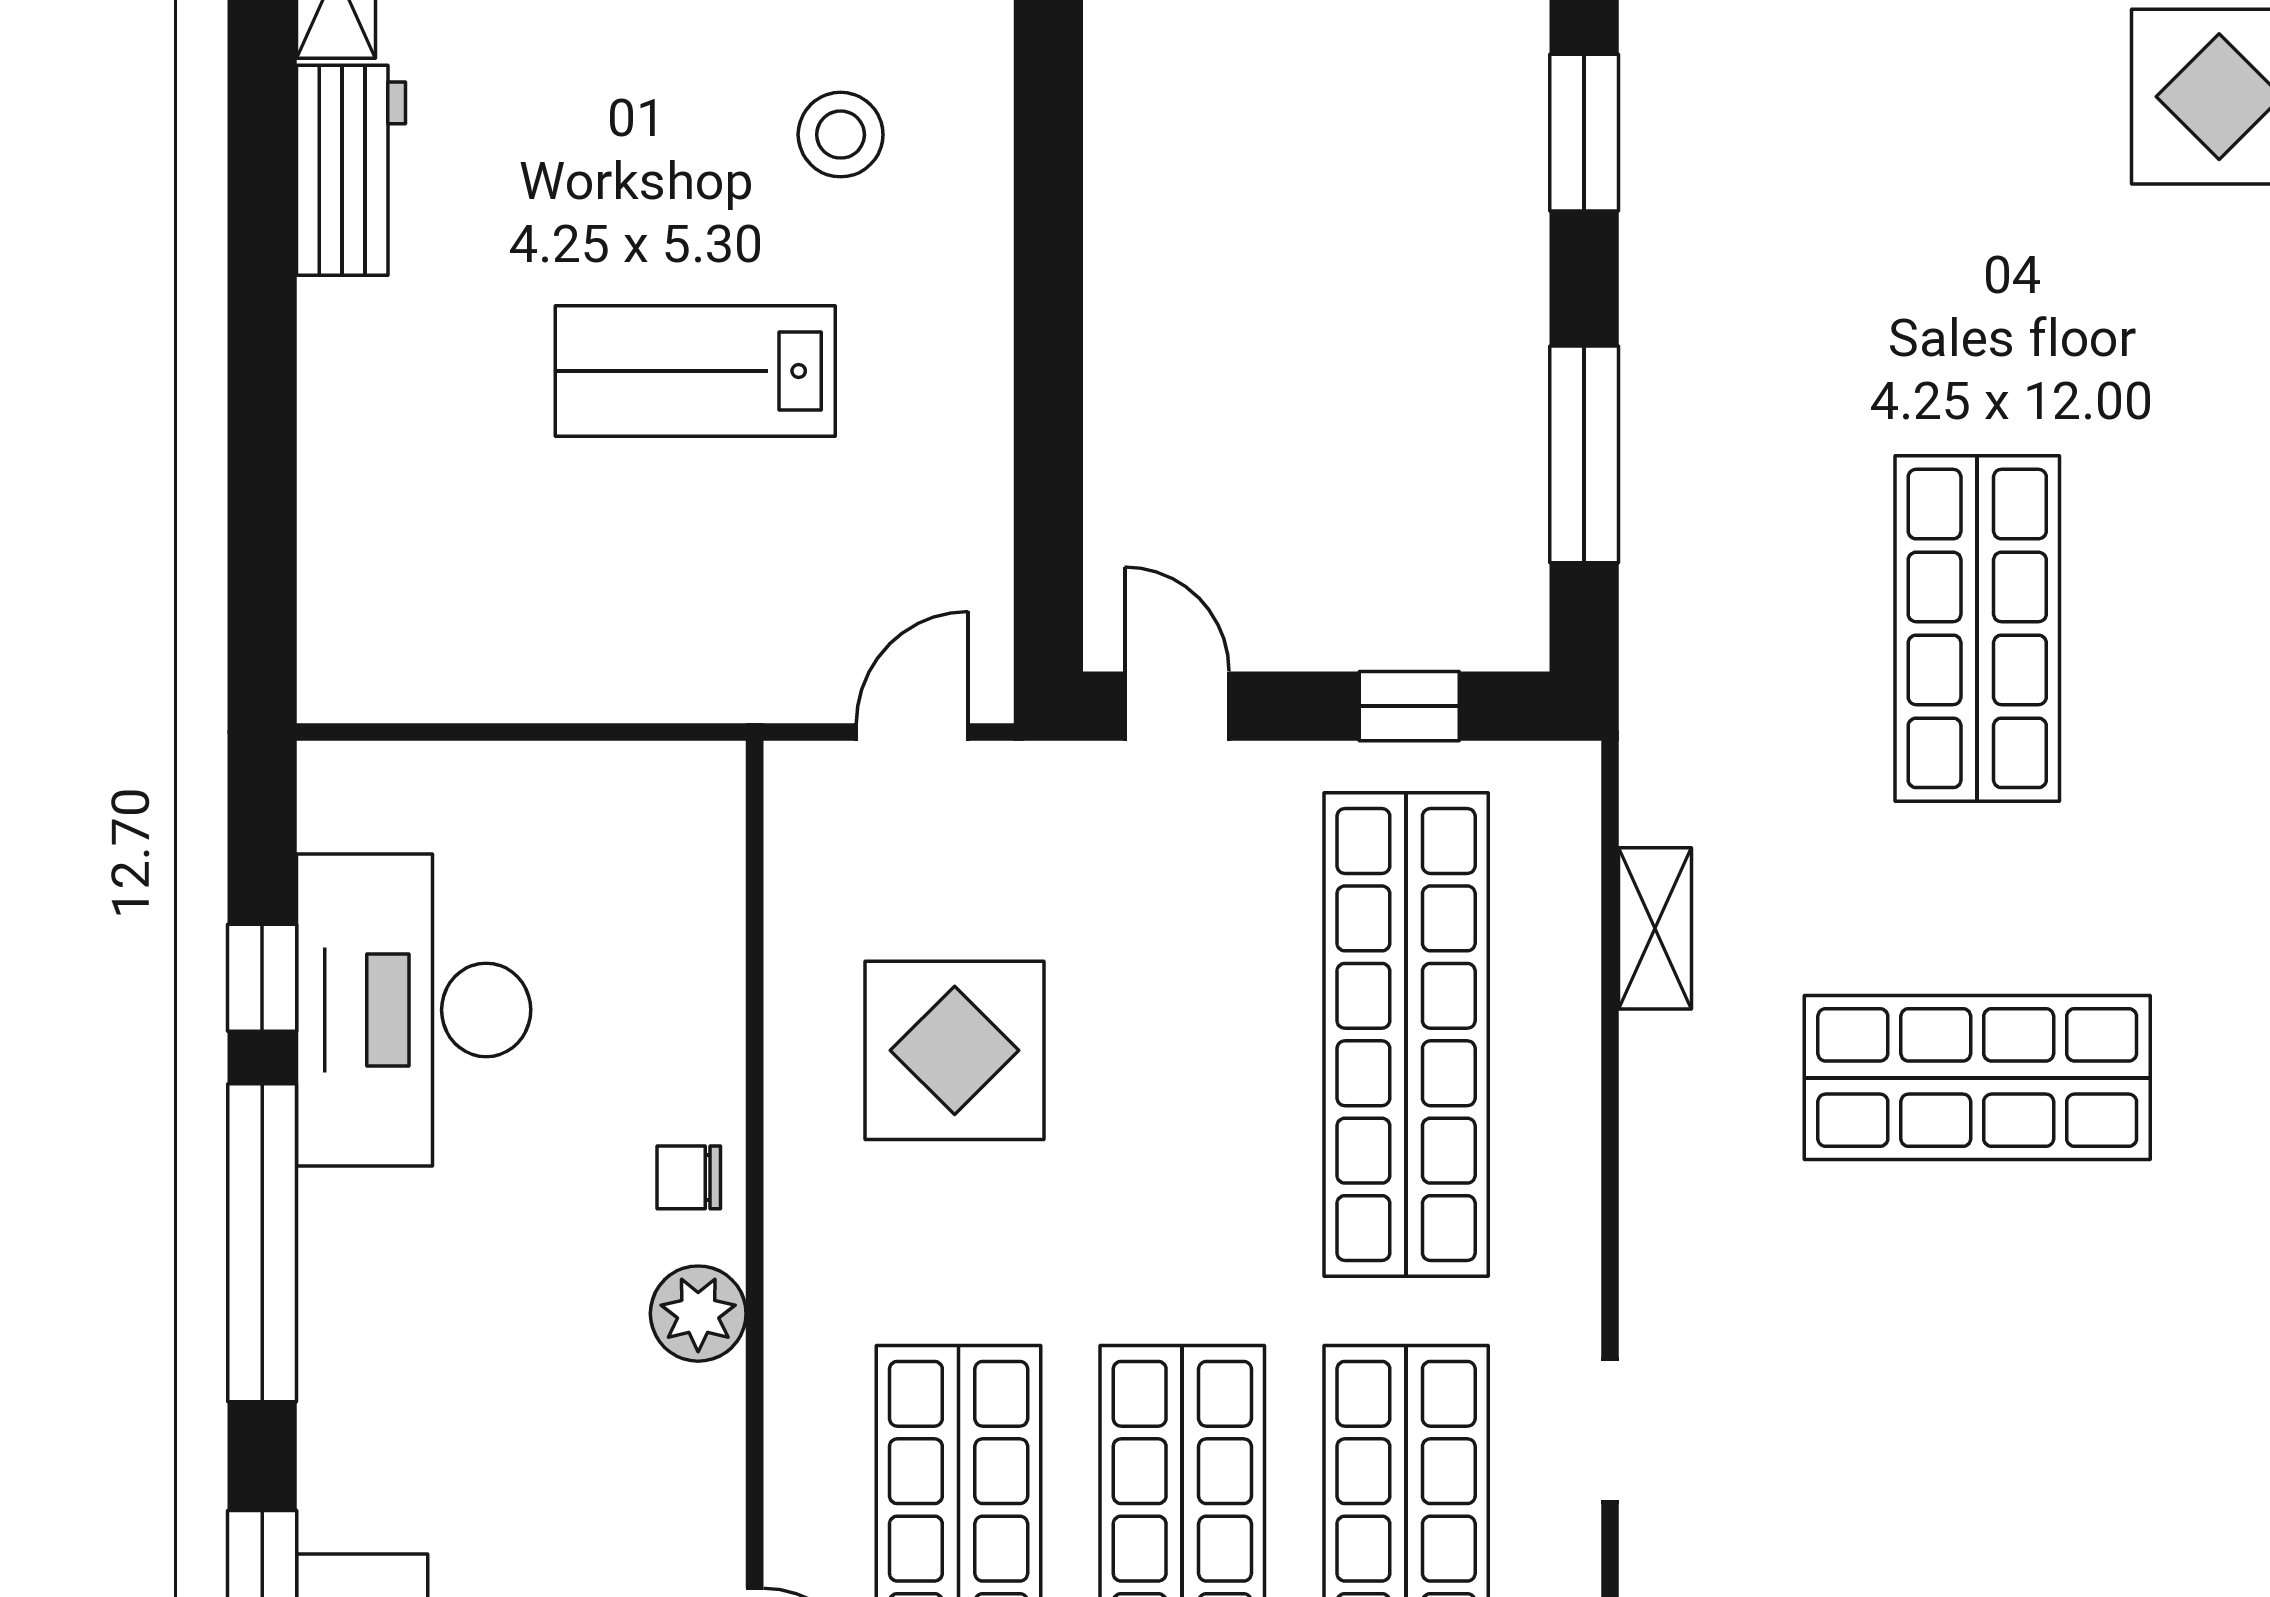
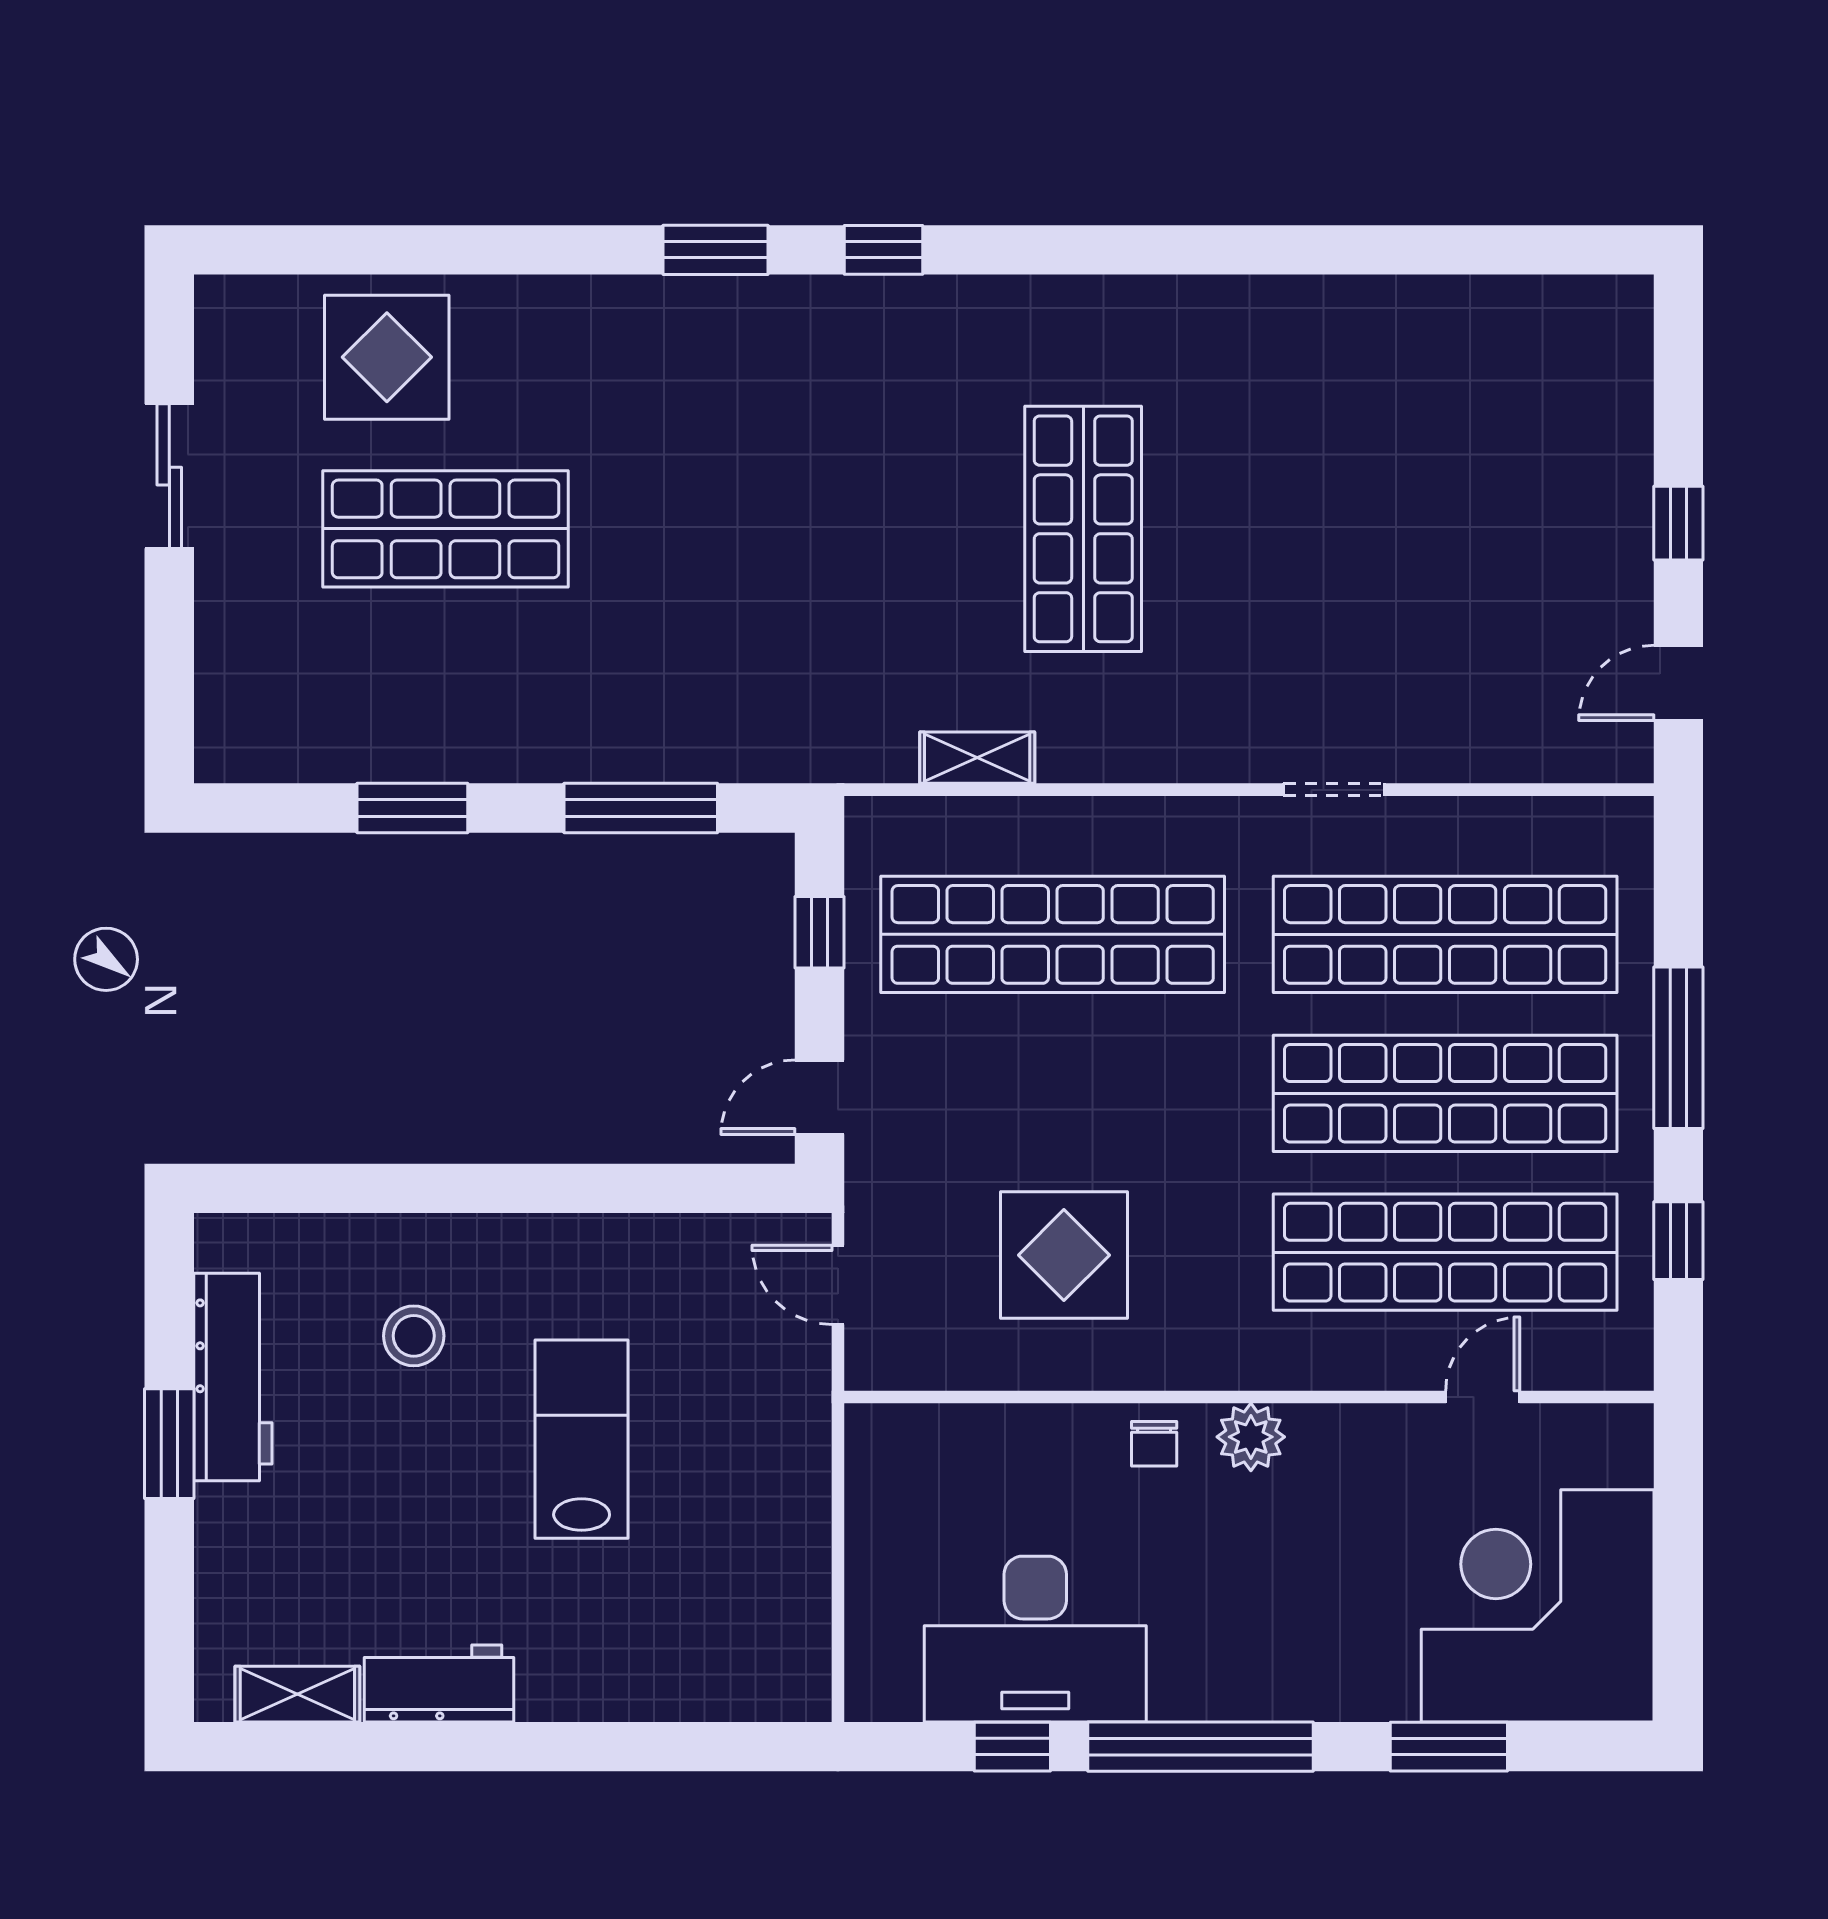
lab bench: (695, 371) -> (582, 1439), turned 180
shop shelf: (1977, 628) -> (446, 529), moved

